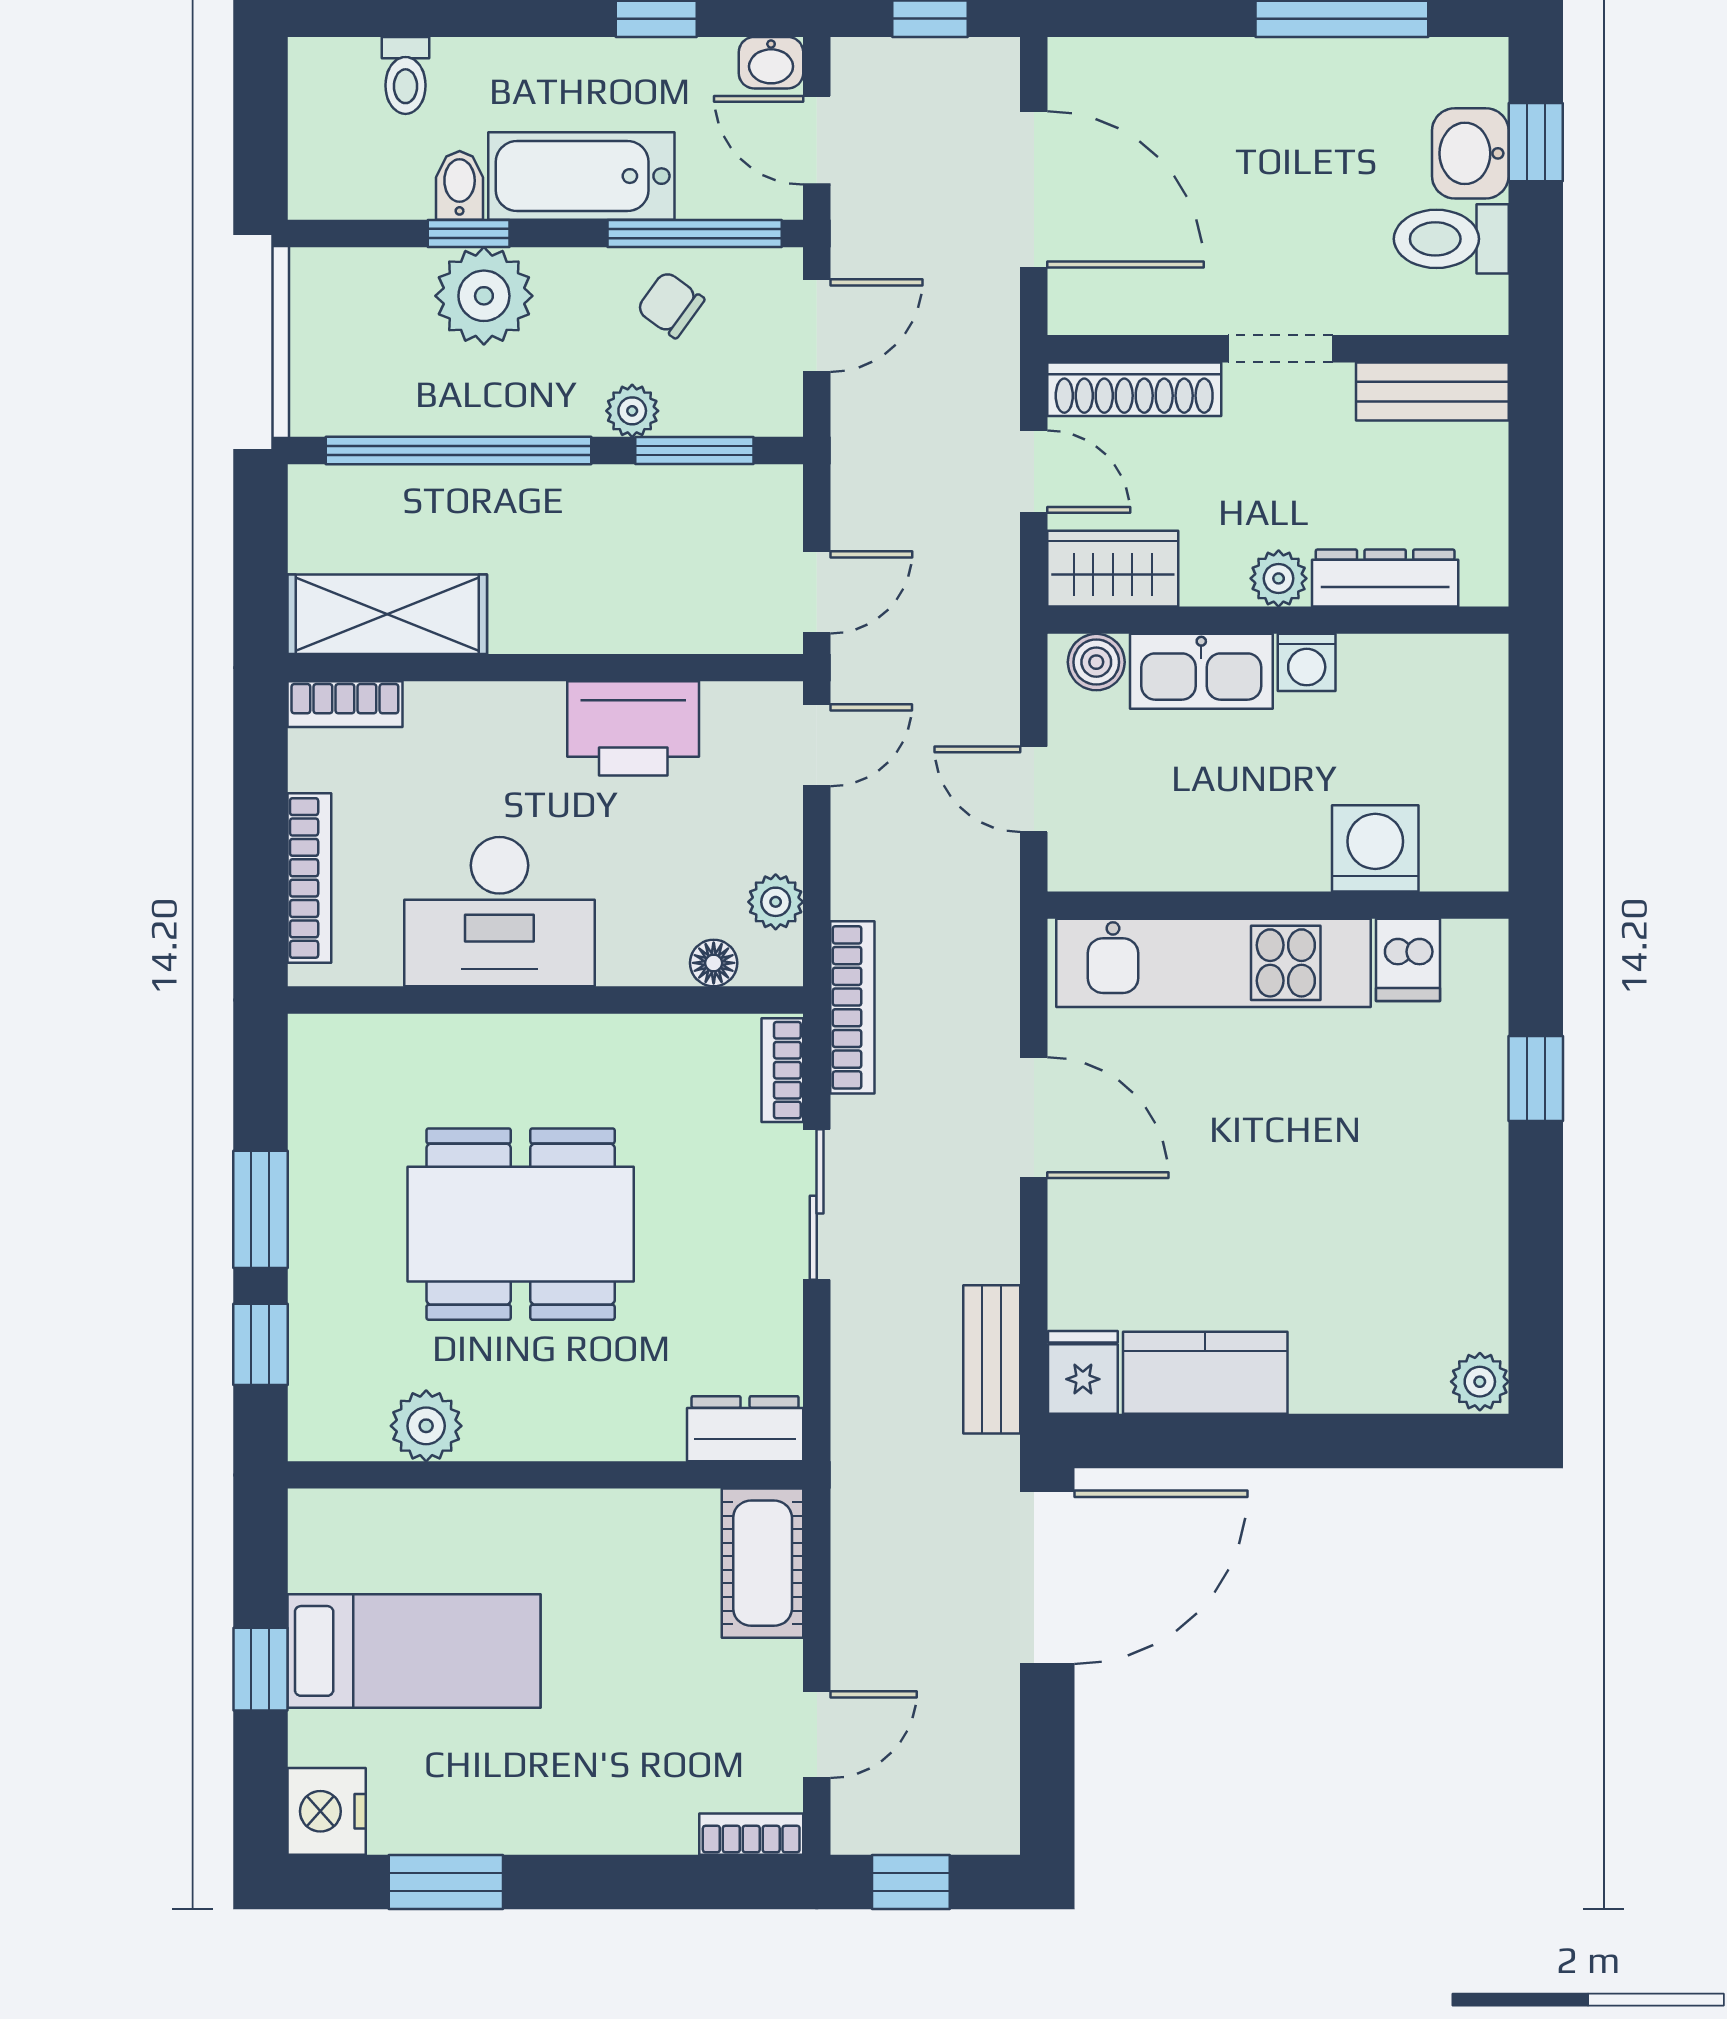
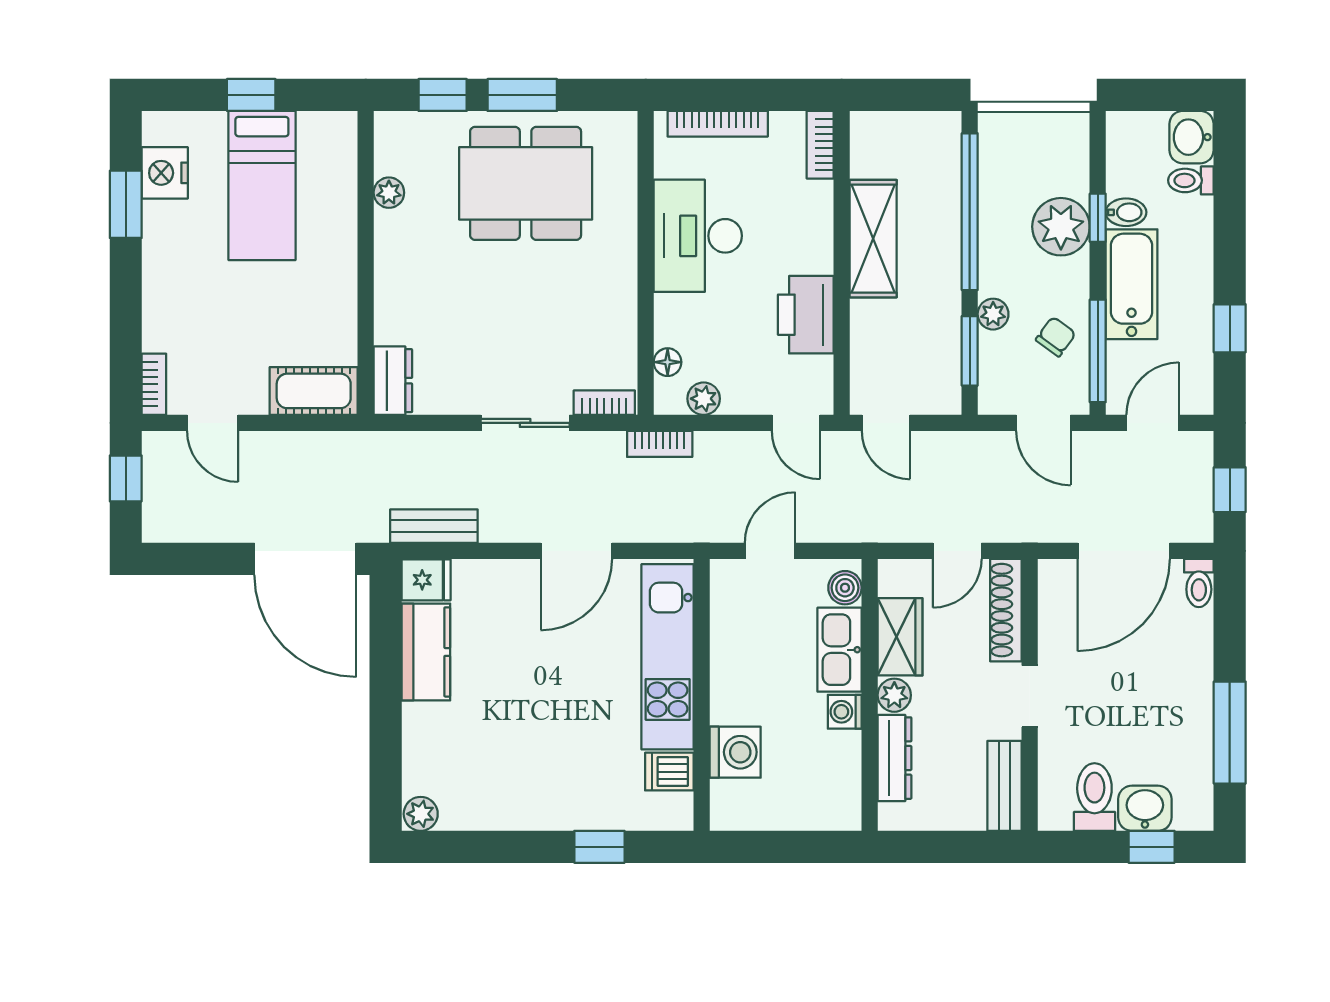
toilet: (1088, 62) -> (1199, 583), added
washbasin: (771, 63) -> (1192, 137), moved, width x1.38, depth x1.45
wardrobe: (1113, 569) -> (900, 637), moved
shelving: (387, 614) -> (873, 239), moved
bookcase: (852, 1007) -> (660, 444), width x0.64
dining table: (521, 1224) -> (526, 183), moved, turned 90
plant: (426, 1426) -> (389, 193), width x0.73, depth x0.73
nightstand: (327, 1811) -> (165, 173), moved, turned -90

